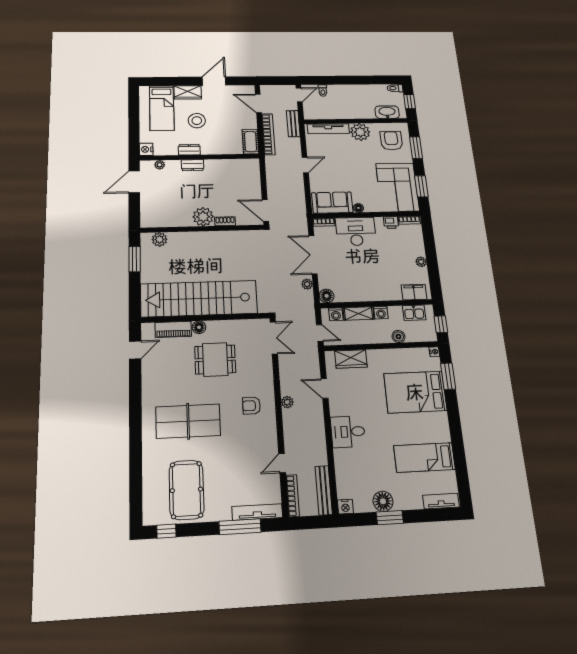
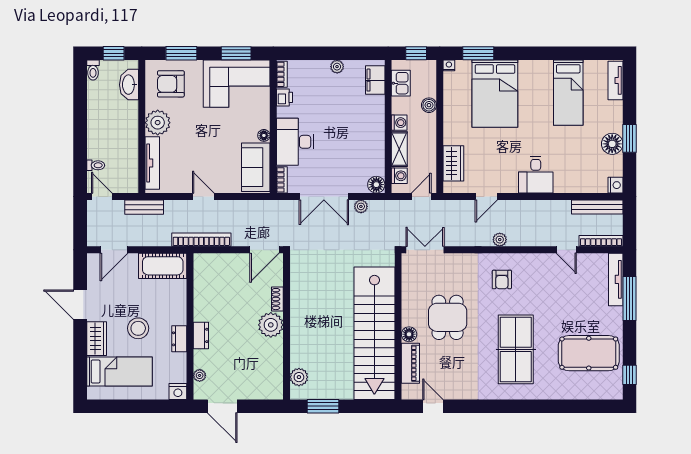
bookcase: (268, 134) -> (201, 240), moved
cot: (251, 142) -> (163, 266), width x1.37, depth x1.34

